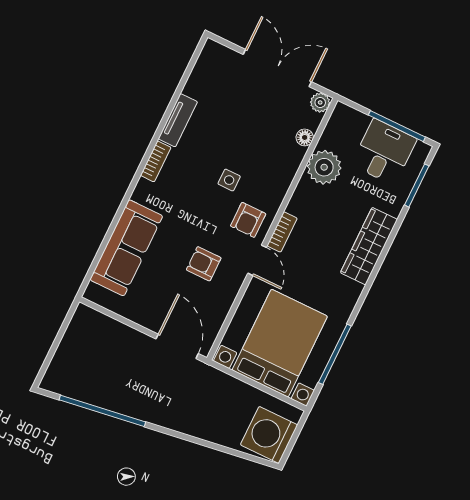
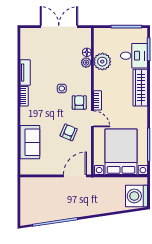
plant: (320, 102) -> (86, 63), moved
desk: (384, 152) -> (134, 56), moved, turned 90
armchair: (248, 220) -> (79, 102), turned 180
sofa: (126, 248) -> (30, 142), width x0.73
armchair: (204, 264) -> (69, 132), turned 113
door: (177, 346) -> (75, 176), hinge flipped

